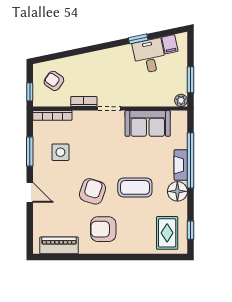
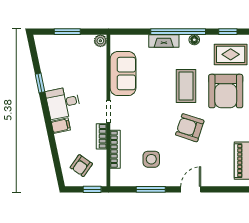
filing cabinet: (170, 44) -> (61, 126), moved
desk: (149, 56) -> (63, 103), moved
window: (190, 80) -> (67, 32), moved
bookcase: (52, 115) -> (115, 149), moved
window: (190, 160) -> (178, 32), moved
floor lamp: (177, 191) -> (194, 40), width x0.53, depth x0.53
armchair: (103, 229) -> (226, 91), moved, width x1.36, depth x1.36

